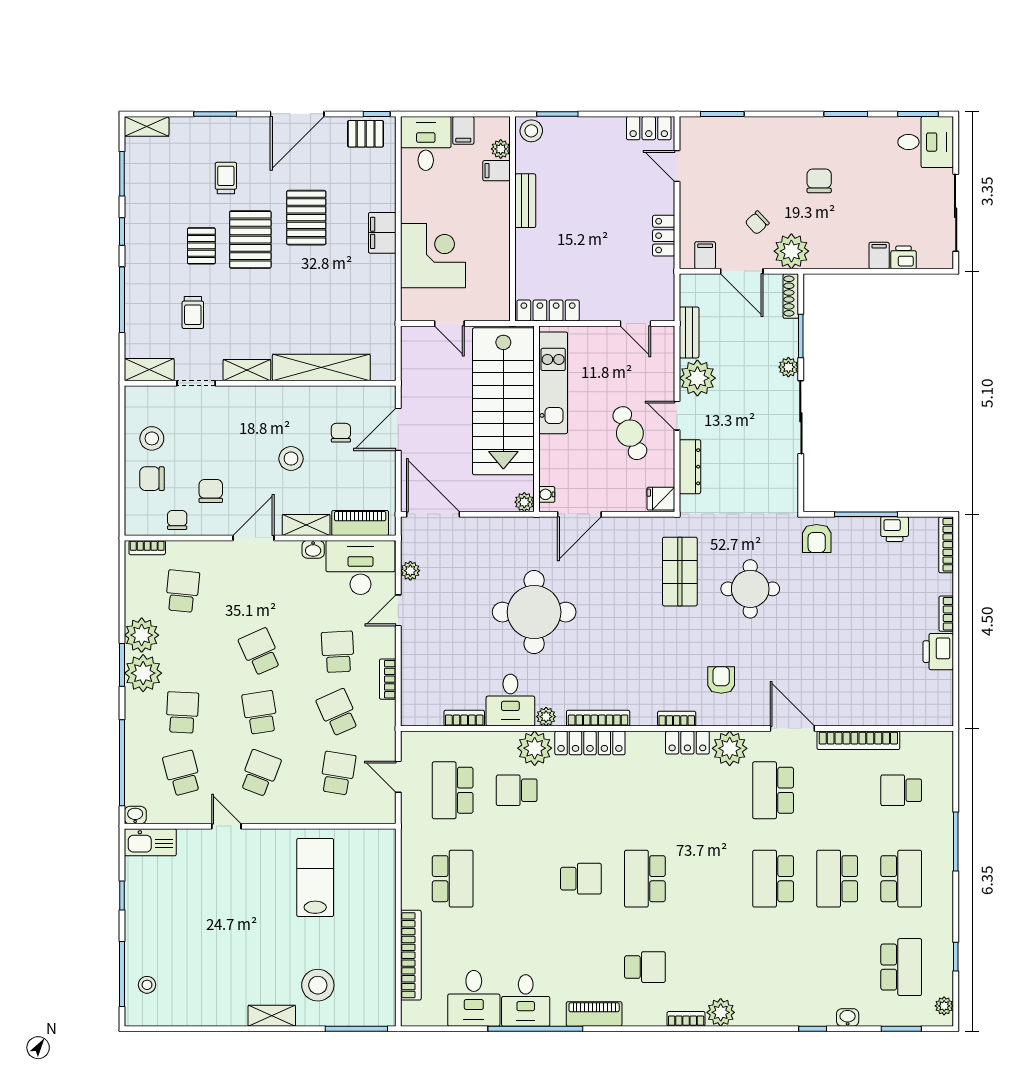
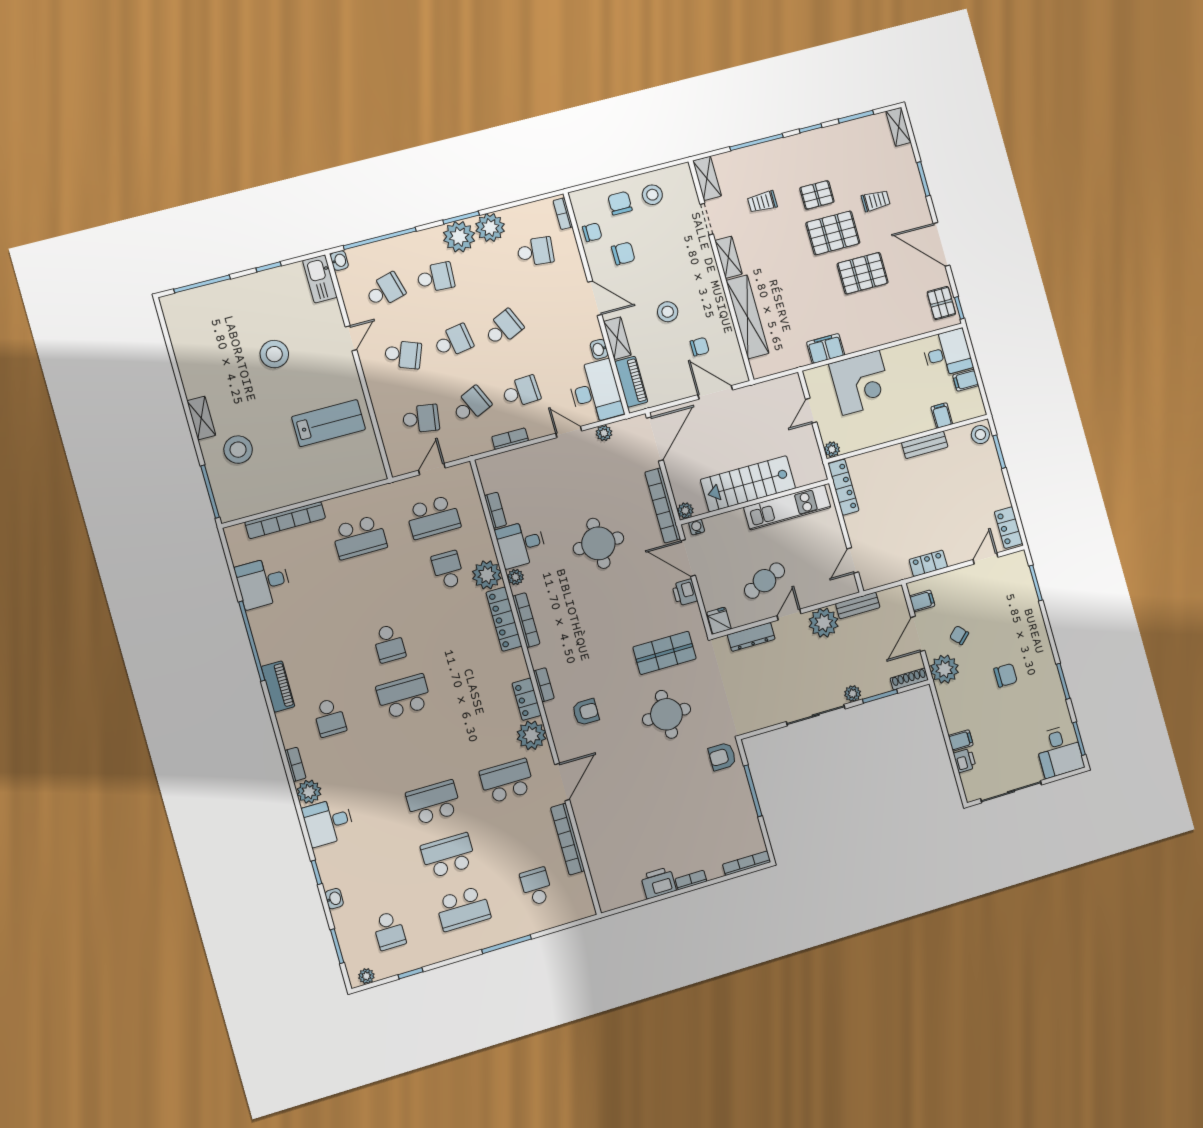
plant: (501, 149) -> (832, 449), moved
filing cabinet: (382, 233) -> (826, 349), moved
stairs: (503, 401) -> (748, 484), width x0.73, depth x0.66
bookcase: (511, 527) -> (663, 506), added
printer: (895, 529) -> (685, 592), moved
round table: (534, 612) -> (598, 543), width x0.73, depth x0.73
school desk: (453, 790) -> (433, 517), turned 180
school desk: (901, 967) -> (389, 931), width x0.54
stool: (147, 985) -> (274, 354), moved, width x1.89, depth x1.89
desk: (526, 1000) -> (328, 822), moved

